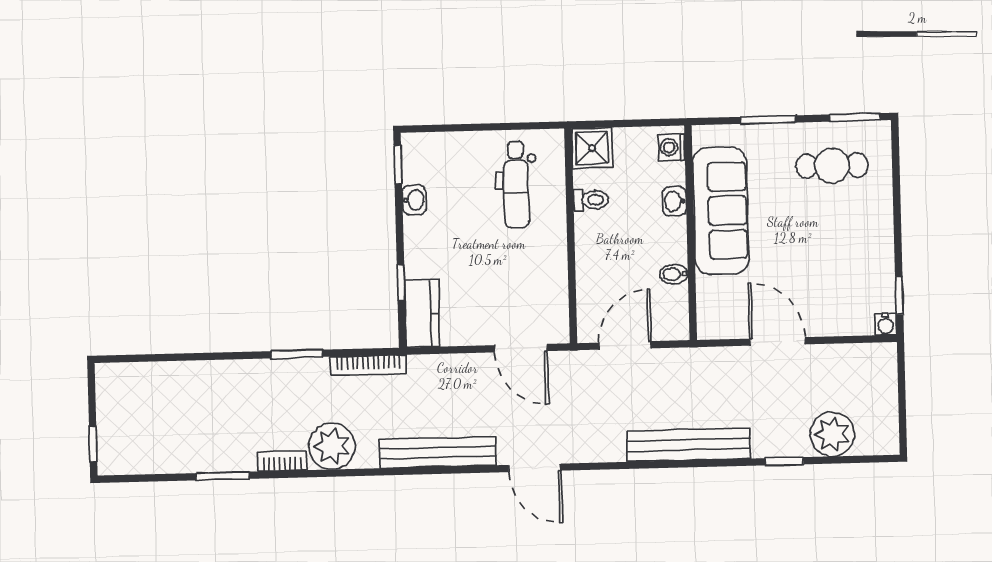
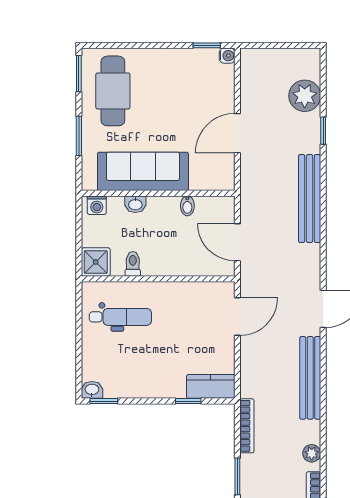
cafe table: (832, 166) -> (113, 91), width x1.37, depth x1.35
washbasin: (414, 200) -> (92, 390), moved
plant: (332, 446) -> (312, 453), width x0.53, depth x0.53

